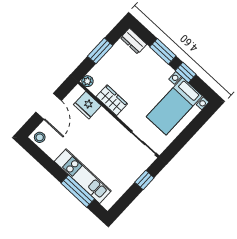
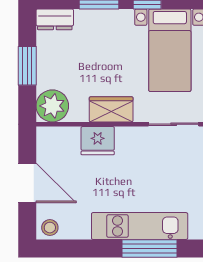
plant: (87, 81) -> (52, 106), width x1.88, depth x1.88
wardrobe: (112, 100) -> (111, 109), moved
fridge: (87, 105) -> (98, 141), moved

